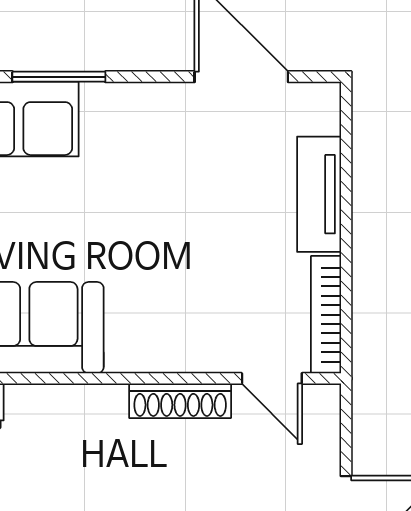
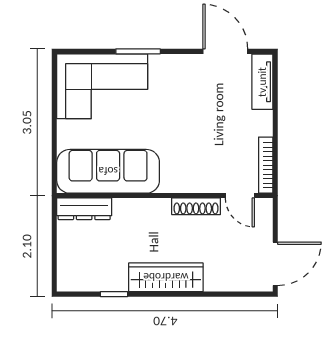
tv unit: (319, 194) -> (262, 82), moved

